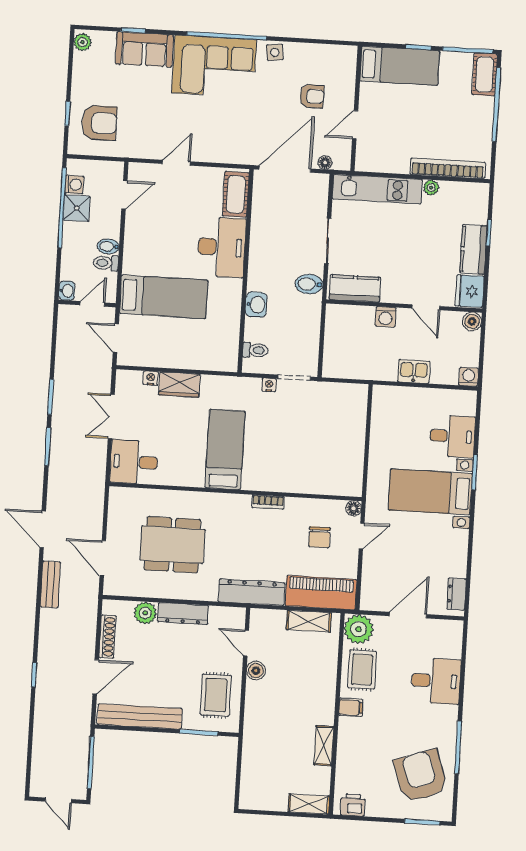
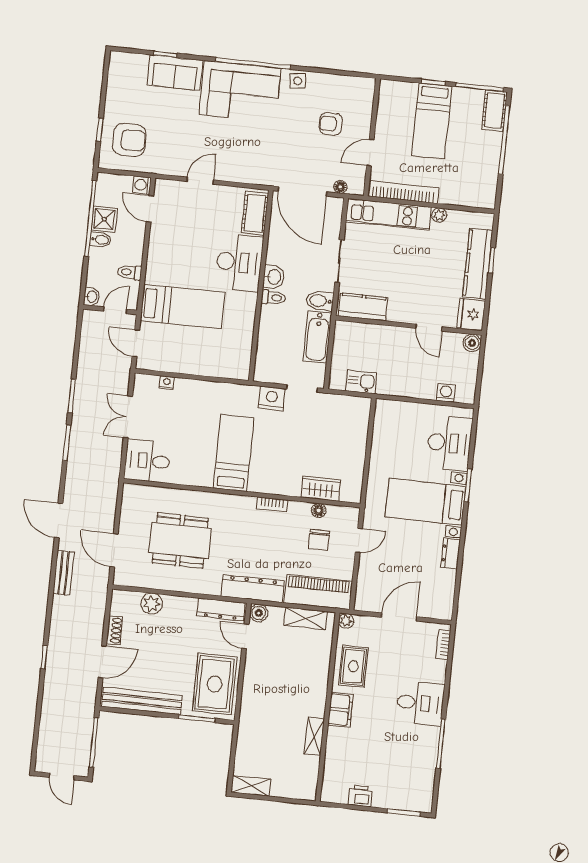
plant: (83, 42) -> (117, 63), removed
bed: (400, 66) -> (432, 121), moved, turned 90
armchair: (312, 96) -> (331, 124), turned 180
bookcase: (448, 168) -> (403, 192), moved
door: (285, 169) -> (302, 191), swing flipped
washing machine: (74, 185) -> (142, 185), moved, turned 180
door: (124, 195) -> (150, 209), swing flipped
bidet: (108, 246) -> (100, 240), moved, turned 180
kitchen counter: (473, 249) -> (478, 264), width x1.50
washbasin: (256, 305) -> (274, 277), moved
washing machine: (386, 317) -> (391, 335), removed
bathtub: (308, 322) -> (317, 337), added
toilet: (255, 350) -> (273, 298), moved
kitchen sink: (414, 371) -> (361, 382), moved
washing machine: (469, 377) -> (446, 393), moved
wardrobe: (179, 385) -> (321, 488), moved, turned 180
nightstand: (269, 385) -> (272, 398), width x1.89, depth x1.79
desk: (452, 436) -> (449, 443), width x1.37
floor lamp: (354, 508) -> (319, 510), moved
dresser: (456, 594) -> (450, 553), moved
dresser: (183, 614) -> (221, 609), moved
plant: (359, 629) -> (346, 621), width x0.53, depth x0.53
shoe rack: (107, 637) -> (114, 630), width x0.70
bookcase: (456, 642) -> (443, 645), added
boiler: (256, 671) -> (259, 613), moved
desk: (436, 681) -> (420, 703), moved
rug: (216, 695) -> (215, 684), width x1.36, depth x1.43
filing cabinet: (351, 707) -> (340, 710), width x2.00
armchair: (421, 776) -> (404, 769), removed
shelving: (309, 804) -> (251, 786), moved
printer: (353, 805) -> (360, 796), moved

